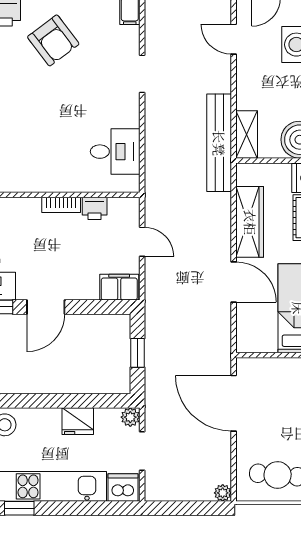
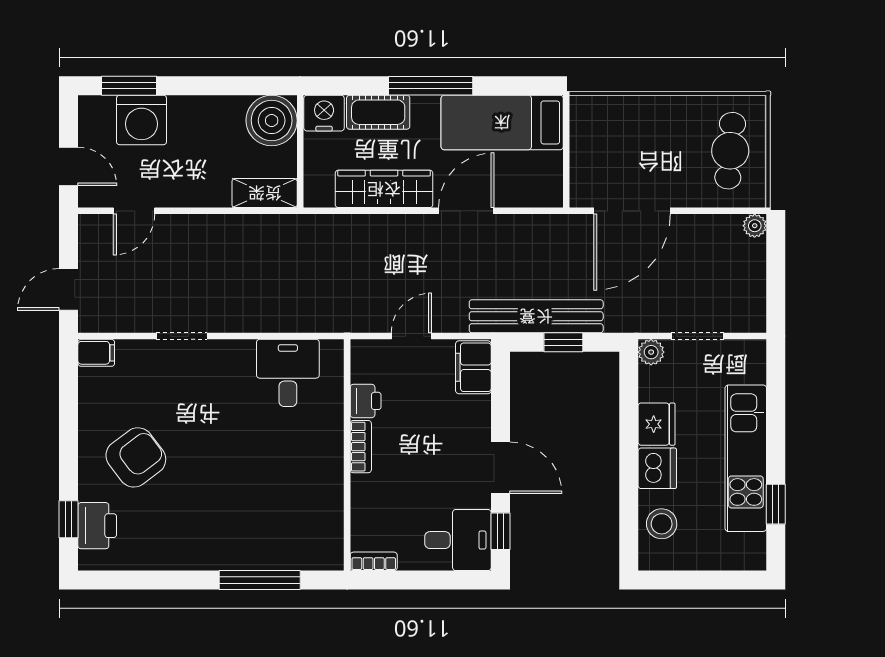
bench: (219, 143) -> (536, 316), moved
dishwasher: (123, 488) -> (657, 468), moved, turned 180

